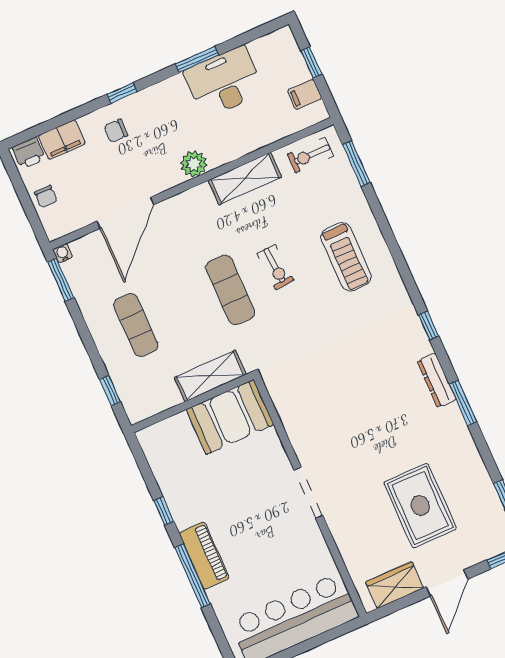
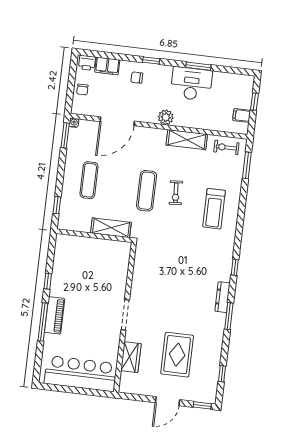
desk: (224, 82) -> (191, 84), moved
booth: (230, 417) -> (109, 254), removed
wardrobe: (395, 585) -> (131, 357), moved, turned 90

